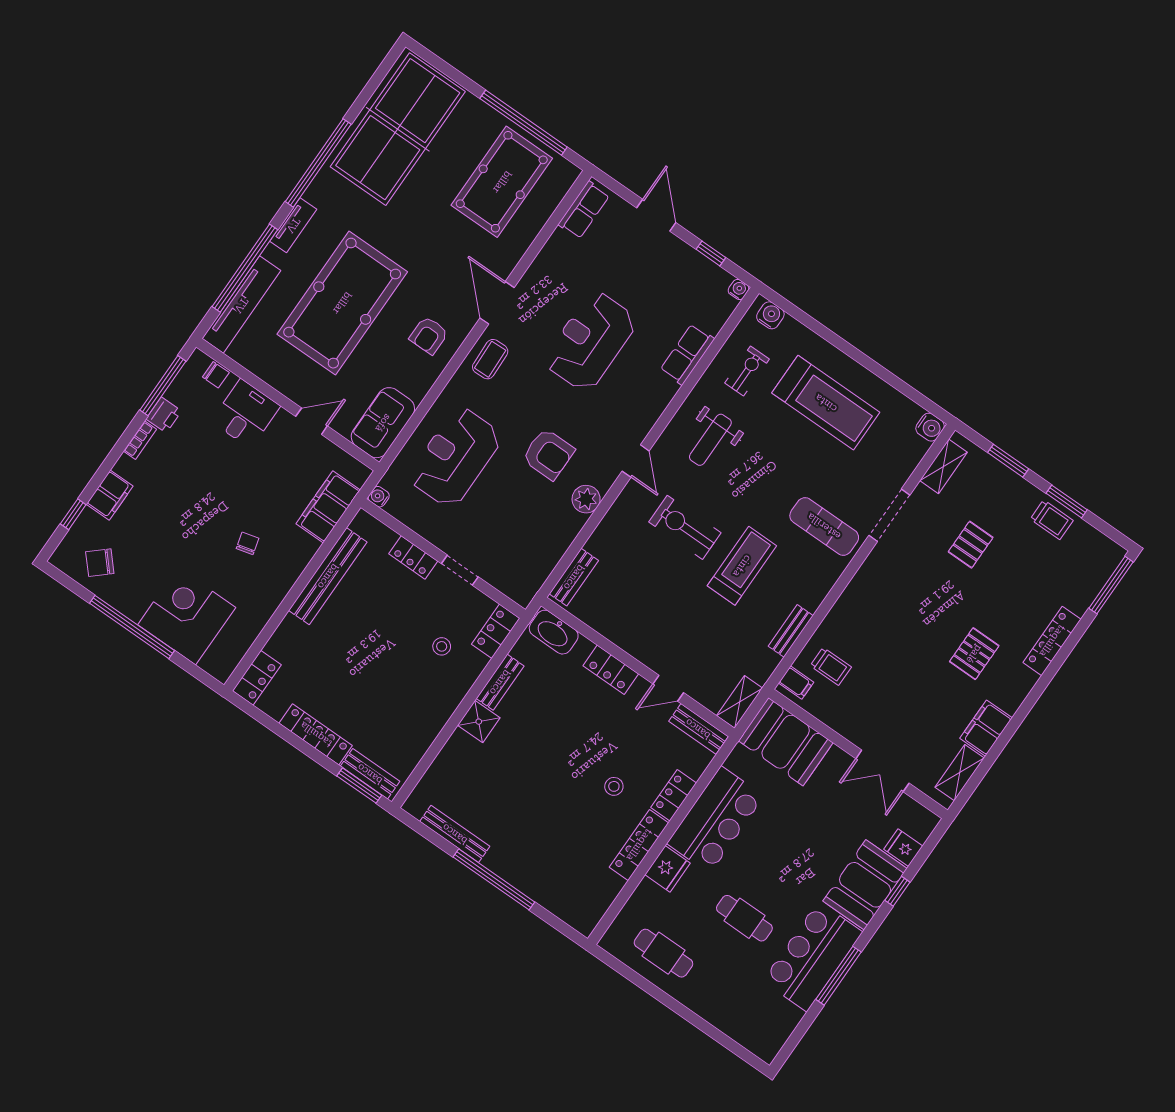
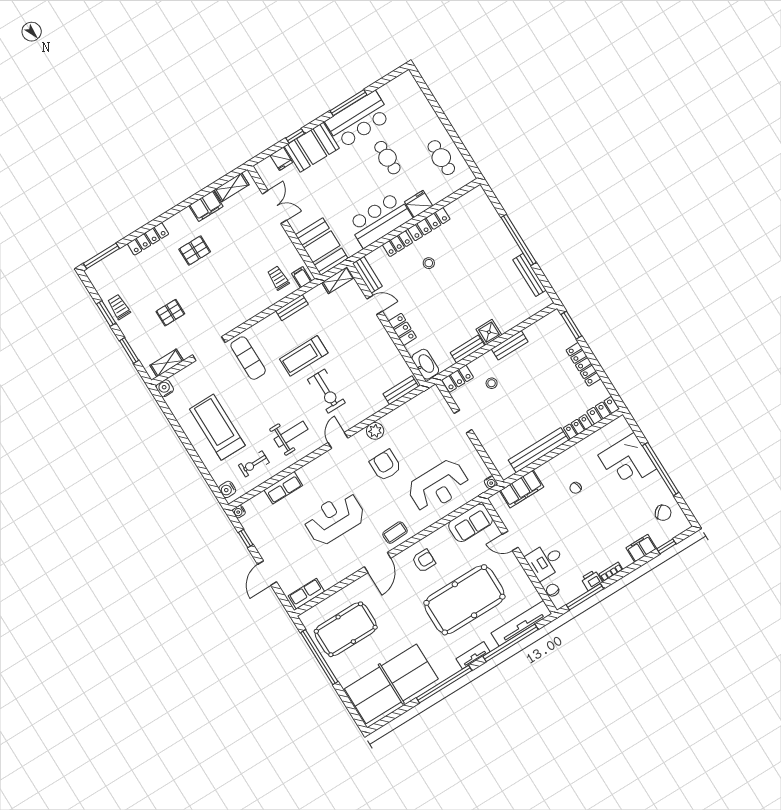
reception desk: (590, 341) -> (334, 518), turned 180
locker: (413, 557) -> (578, 427), moved, turned -90
bench: (370, 774) -> (510, 345), moved, turned 90

